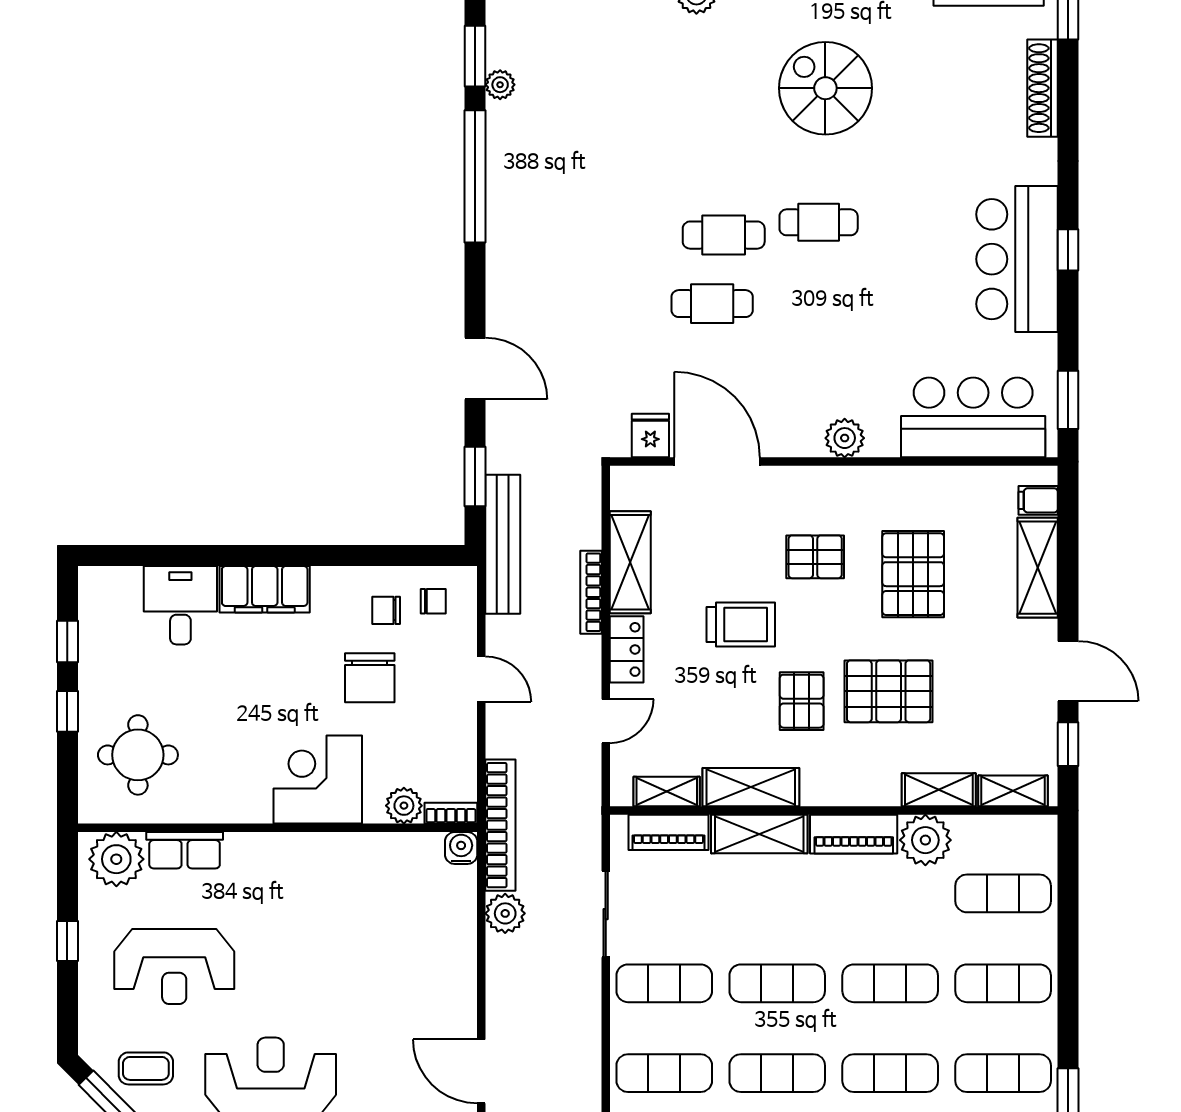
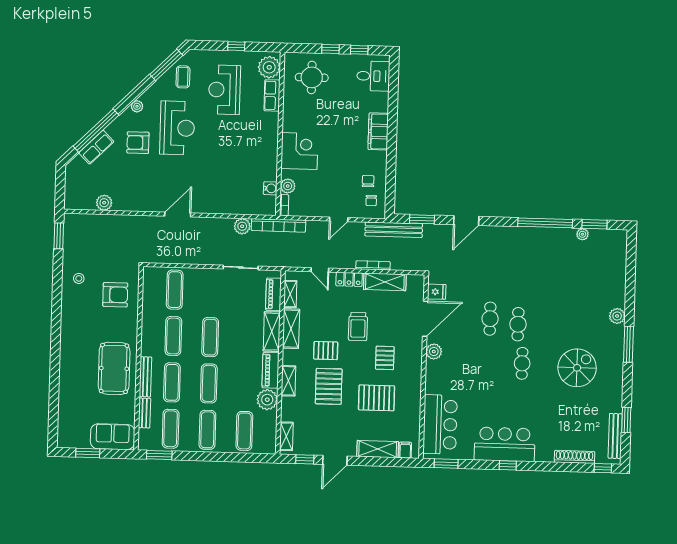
plant: (845, 438) -> (434, 352), moved
desk: (180, 605) -> (373, 76), moved
chair: (370, 678) -> (341, 174), removed
shelving: (939, 790) -> (288, 381), moved
water cooler: (461, 848) -> (270, 188), moved
exercise mat: (664, 983) -> (212, 291), removed

